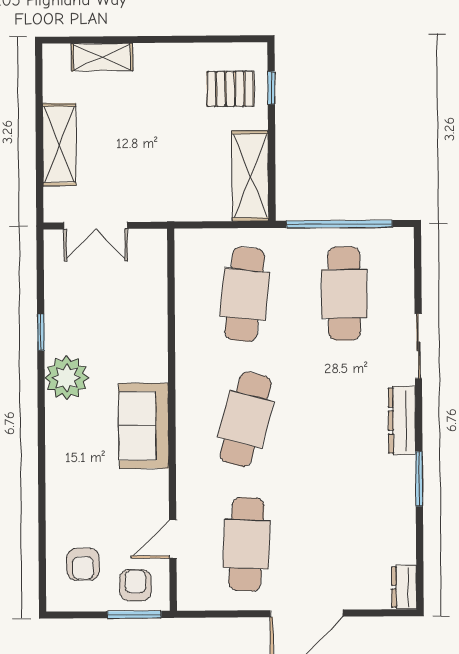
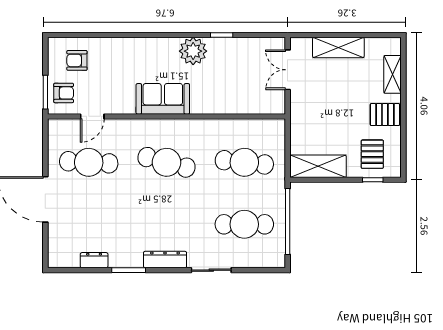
pallet: (166, 69) -> (385, 115), added
door: (173, 539) -> (92, 116), swing flipped
dresser: (404, 587) -> (94, 260), moved

